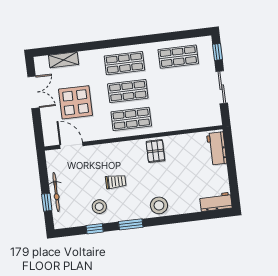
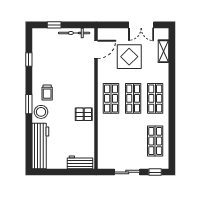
trolley: (116, 182) -> (47, 93), moved
bicycle: (56, 192) -> (74, 33), moved
workbench: (216, 202) -> (40, 146), width x1.88, depth x1.32
stool: (99, 207) -> (46, 65), removed
window: (131, 224) -> (29, 104), moved

